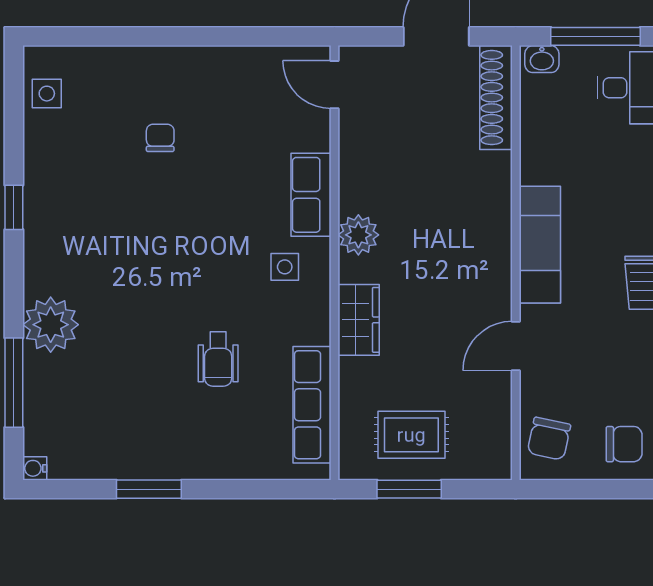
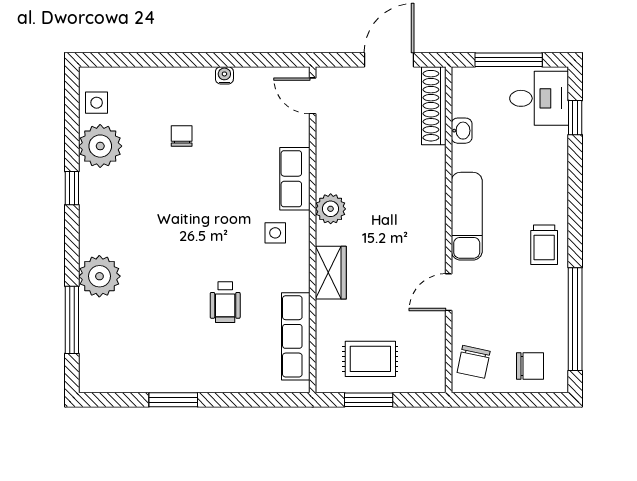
washbasin: (542, 59) -> (462, 131), moved, turned -90
plant: (52, 151) -> (100, 146), added
water cooler: (35, 468) -> (224, 75), moved, turned 90

